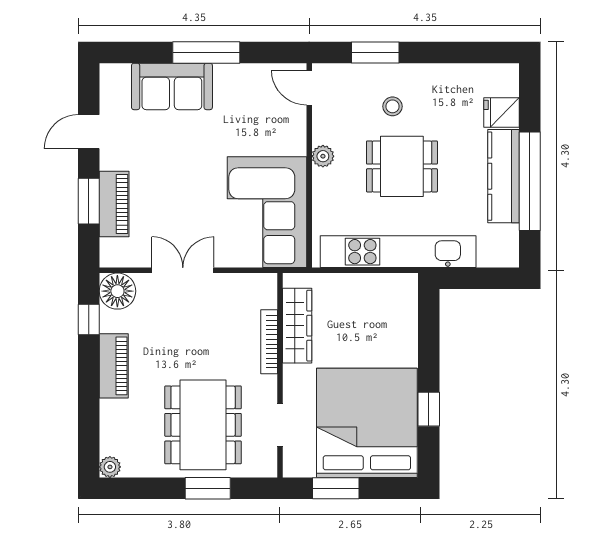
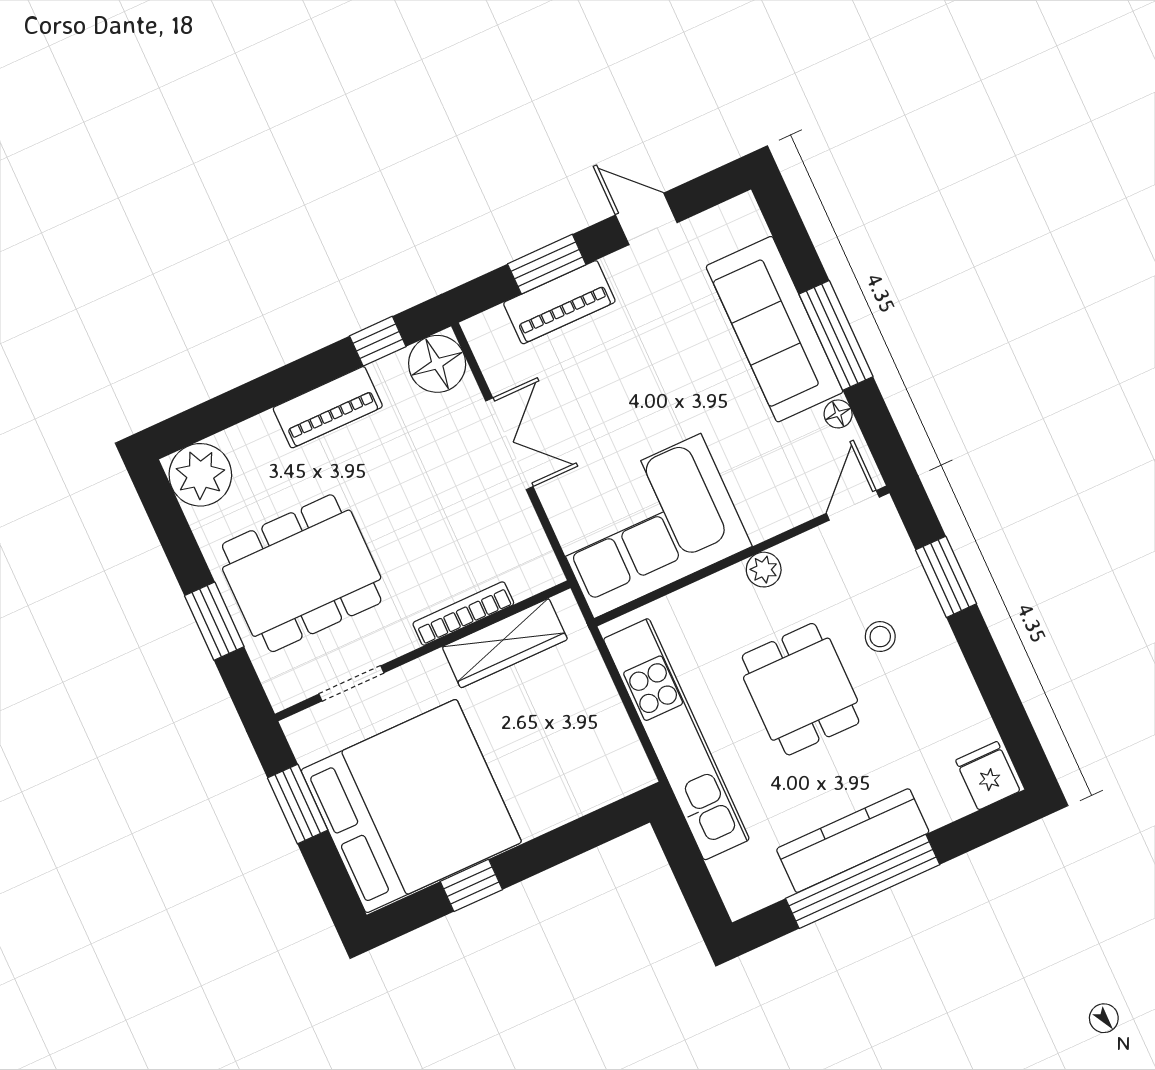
floor lamp: (252, 72) -> (838, 414), added
sofa: (172, 86) -> (775, 329), width x1.36
fridge: (501, 113) -> (988, 776), moved
plant: (110, 467) -> (200, 475), width x1.88, depth x1.88

